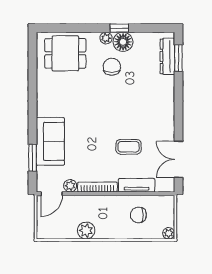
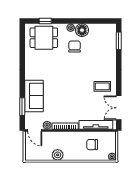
window: (119, 28) -> (45, 21), moved
dresser: (167, 56) -> (111, 40), removed
coffee table: (129, 147) -> (102, 86), moved
tv unit: (137, 185) -> (96, 125), width x1.41
door: (52, 194) -> (35, 131), hinge flipped

